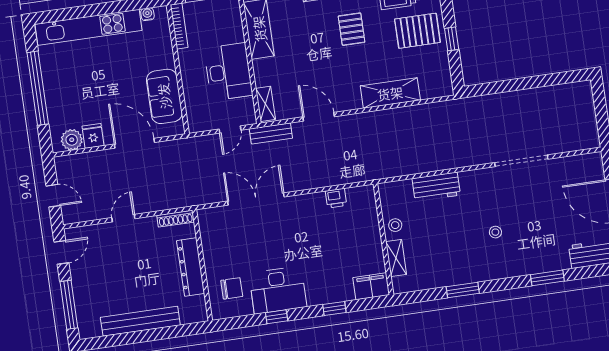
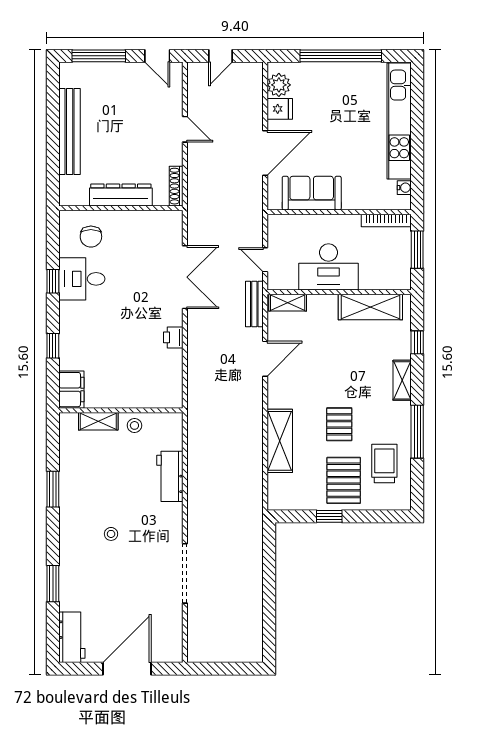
pallet: (352, 29) -> (339, 424), moved, turned 90
printer: (336, 198) -> (173, 337), moved
desk: (278, 290) -> (82, 279), width x0.73

